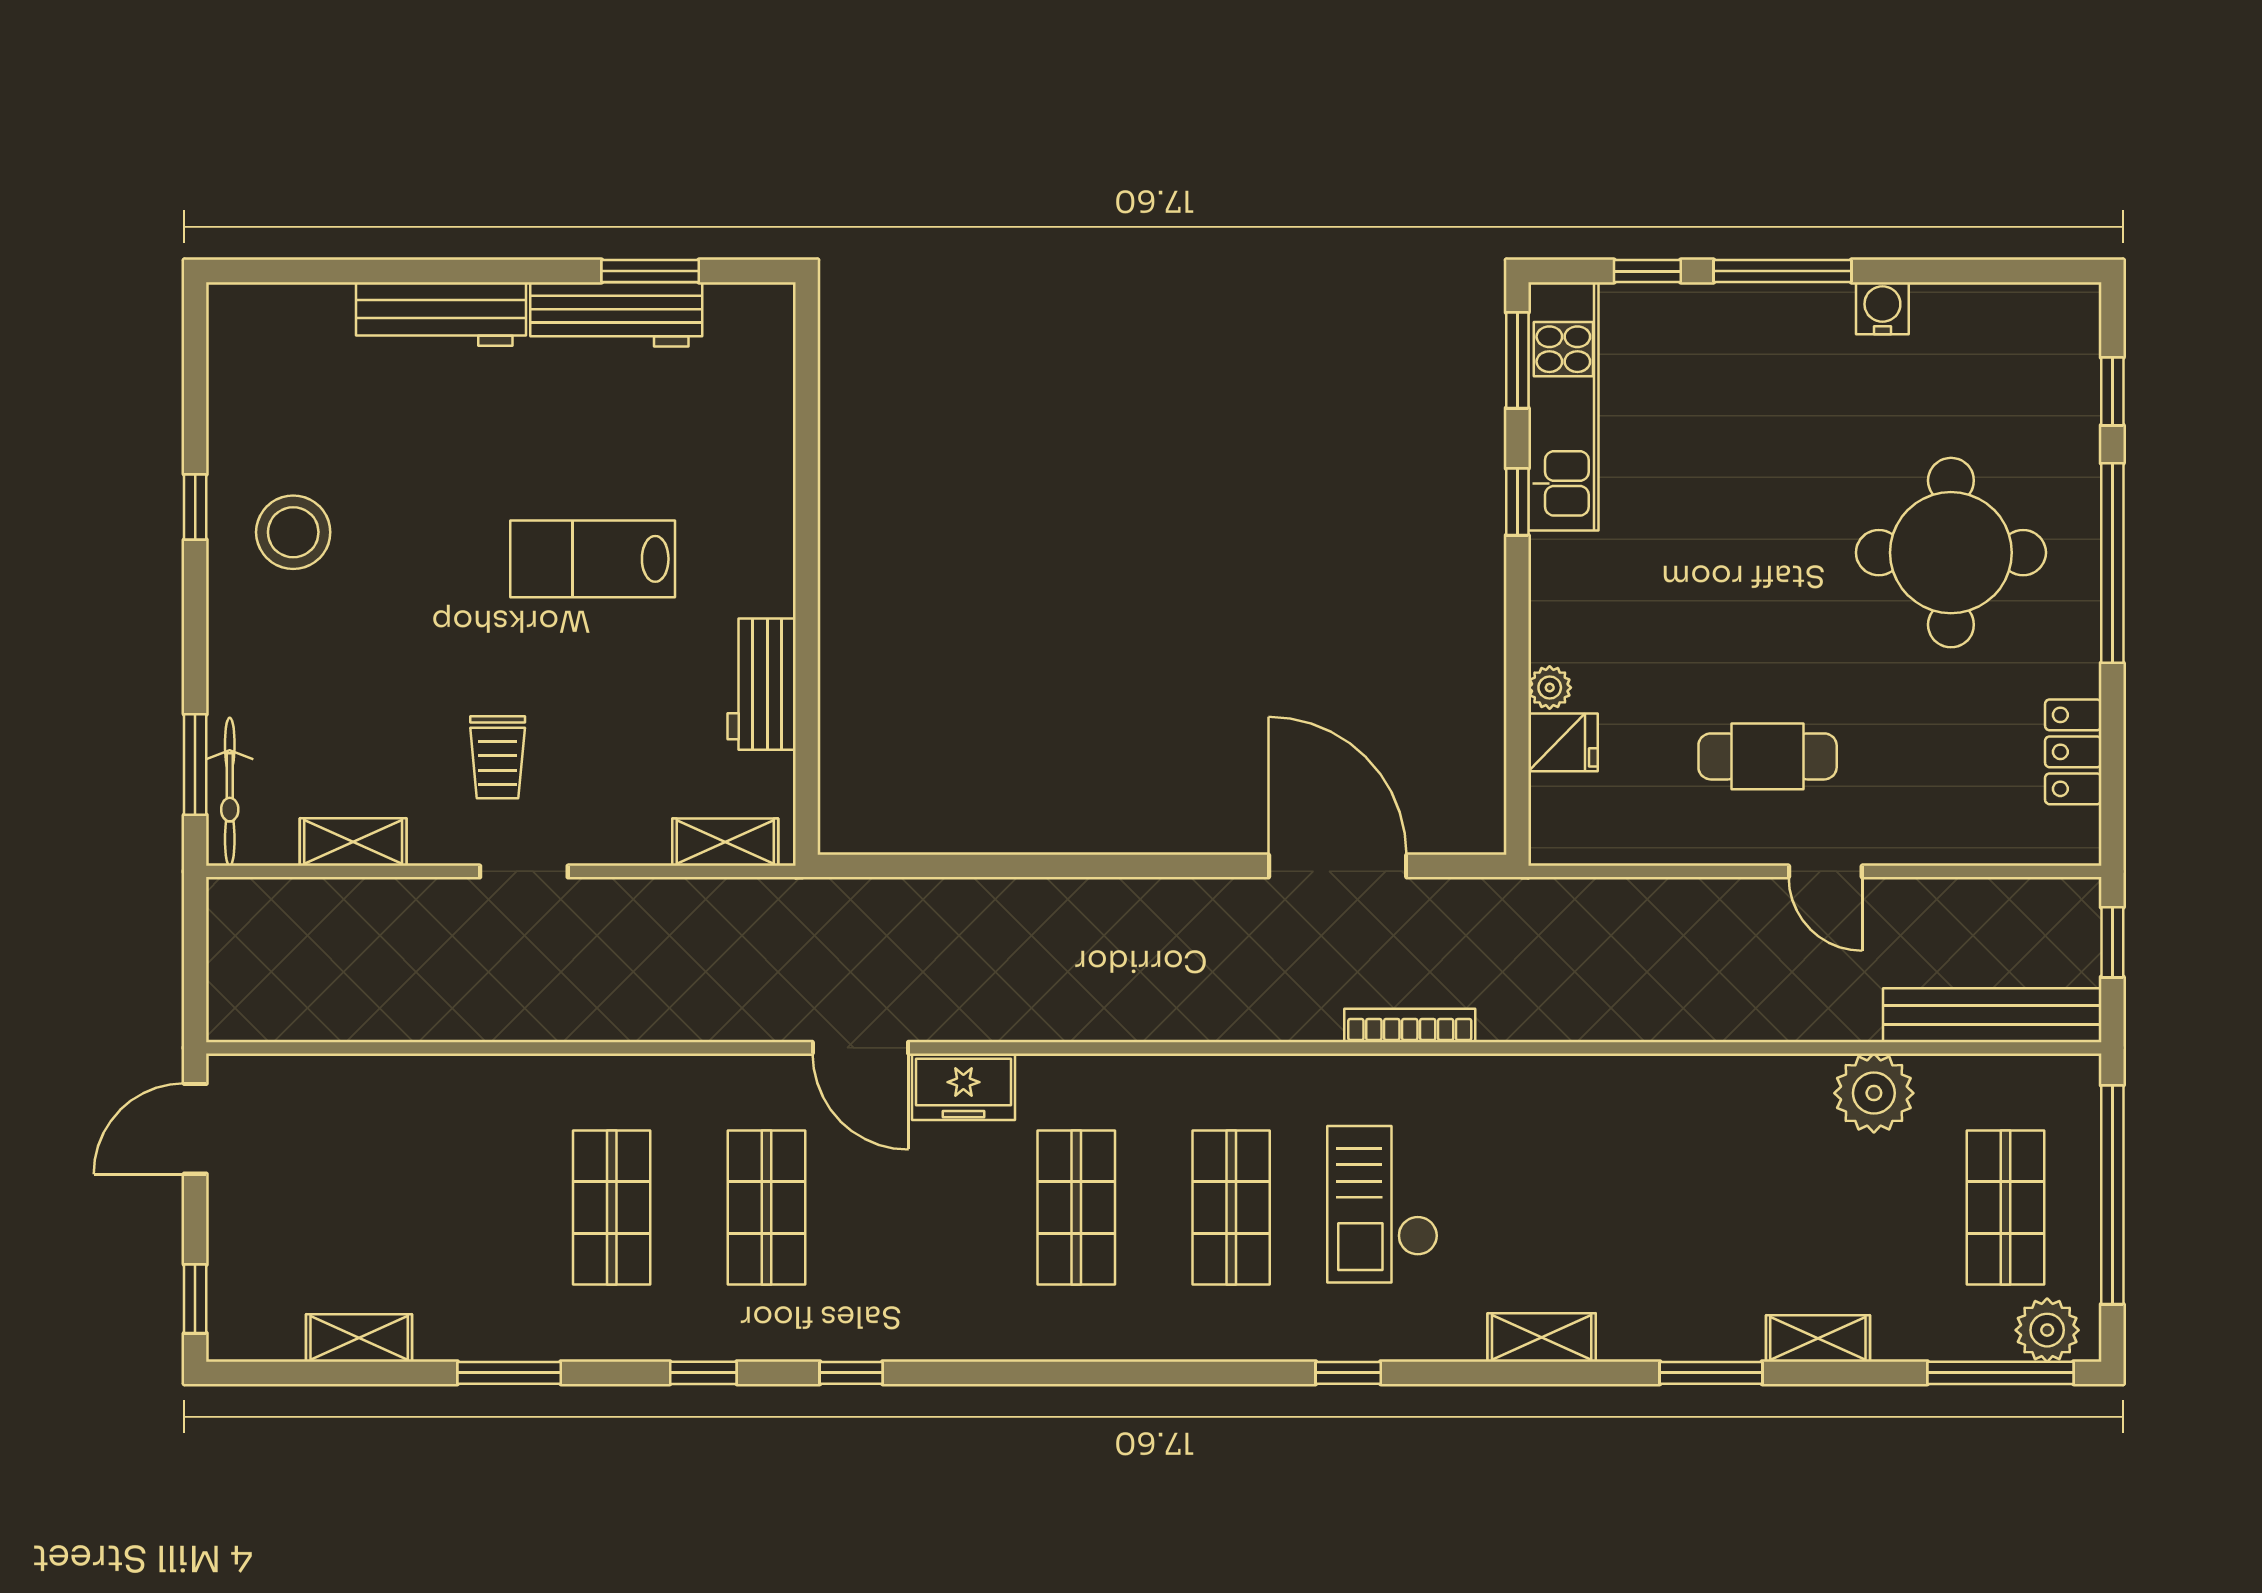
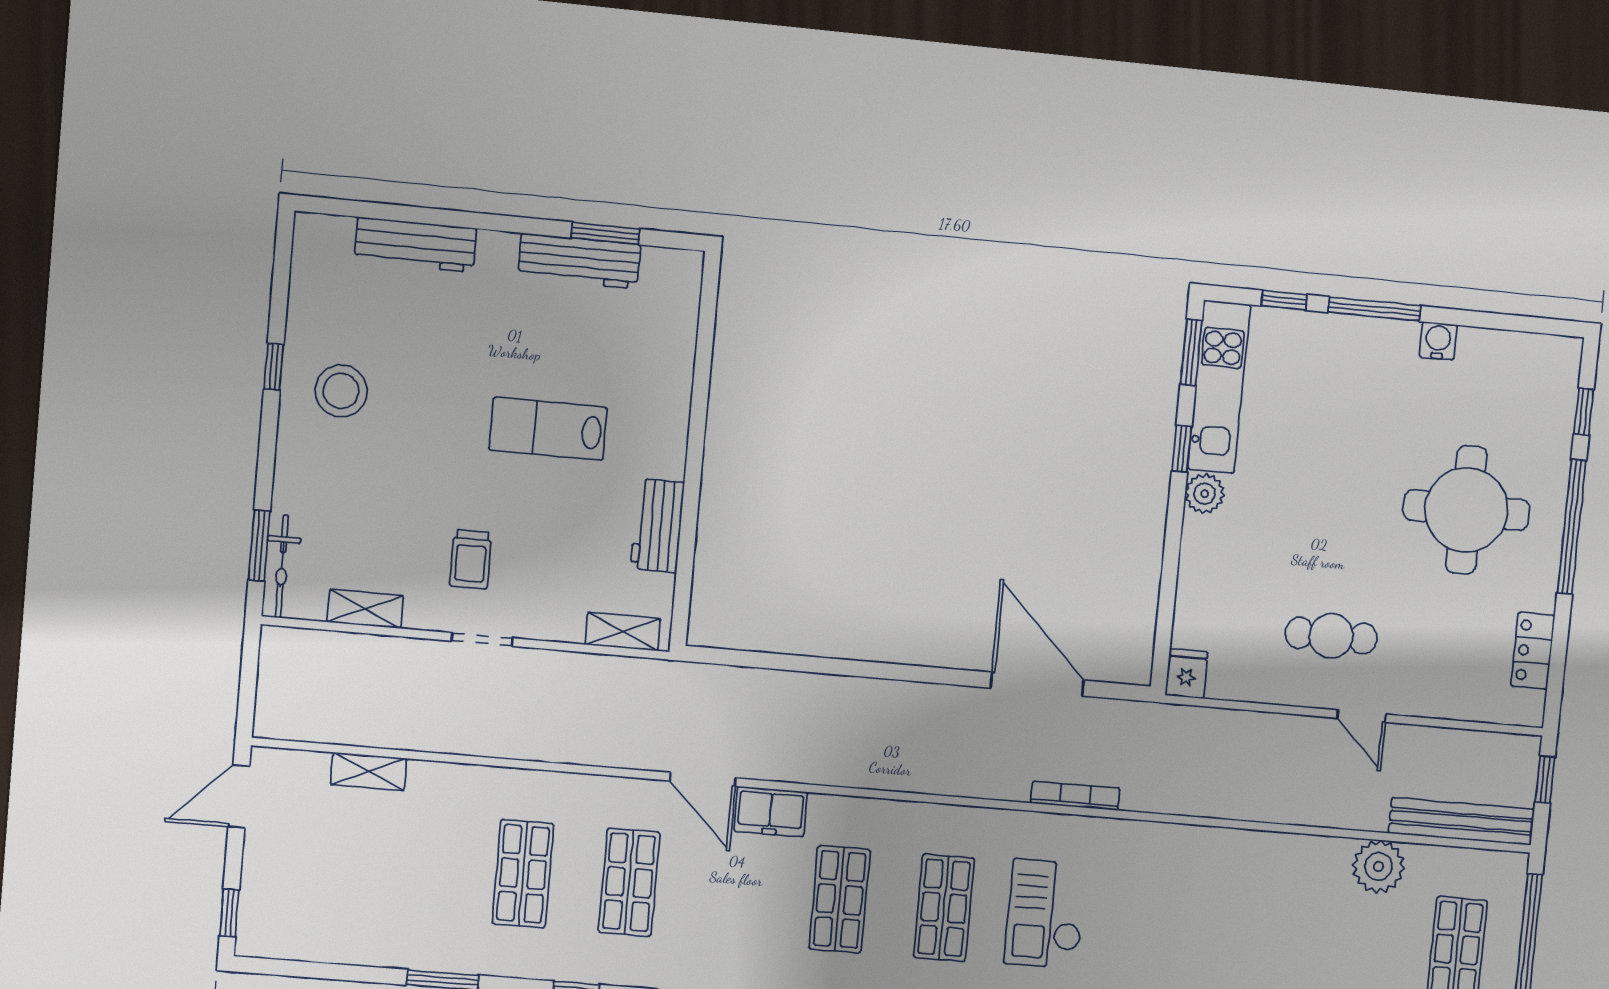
workbench: (441, 314) -> (415, 245), moved
plant: (1550, 688) -> (1205, 494), moved, width x1.38, depth x1.38
fridge: (1563, 742) -> (1187, 674), moved, turned -90
shelving: (359, 1338) -> (369, 772), moved

